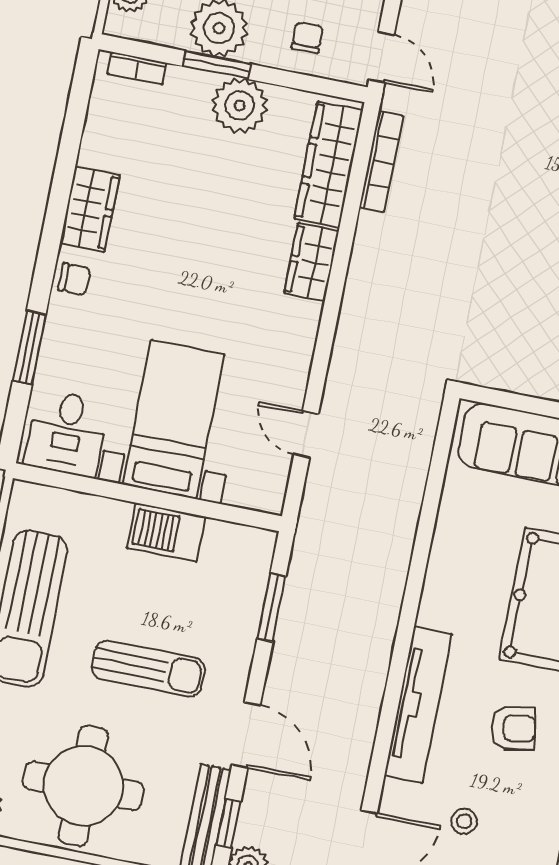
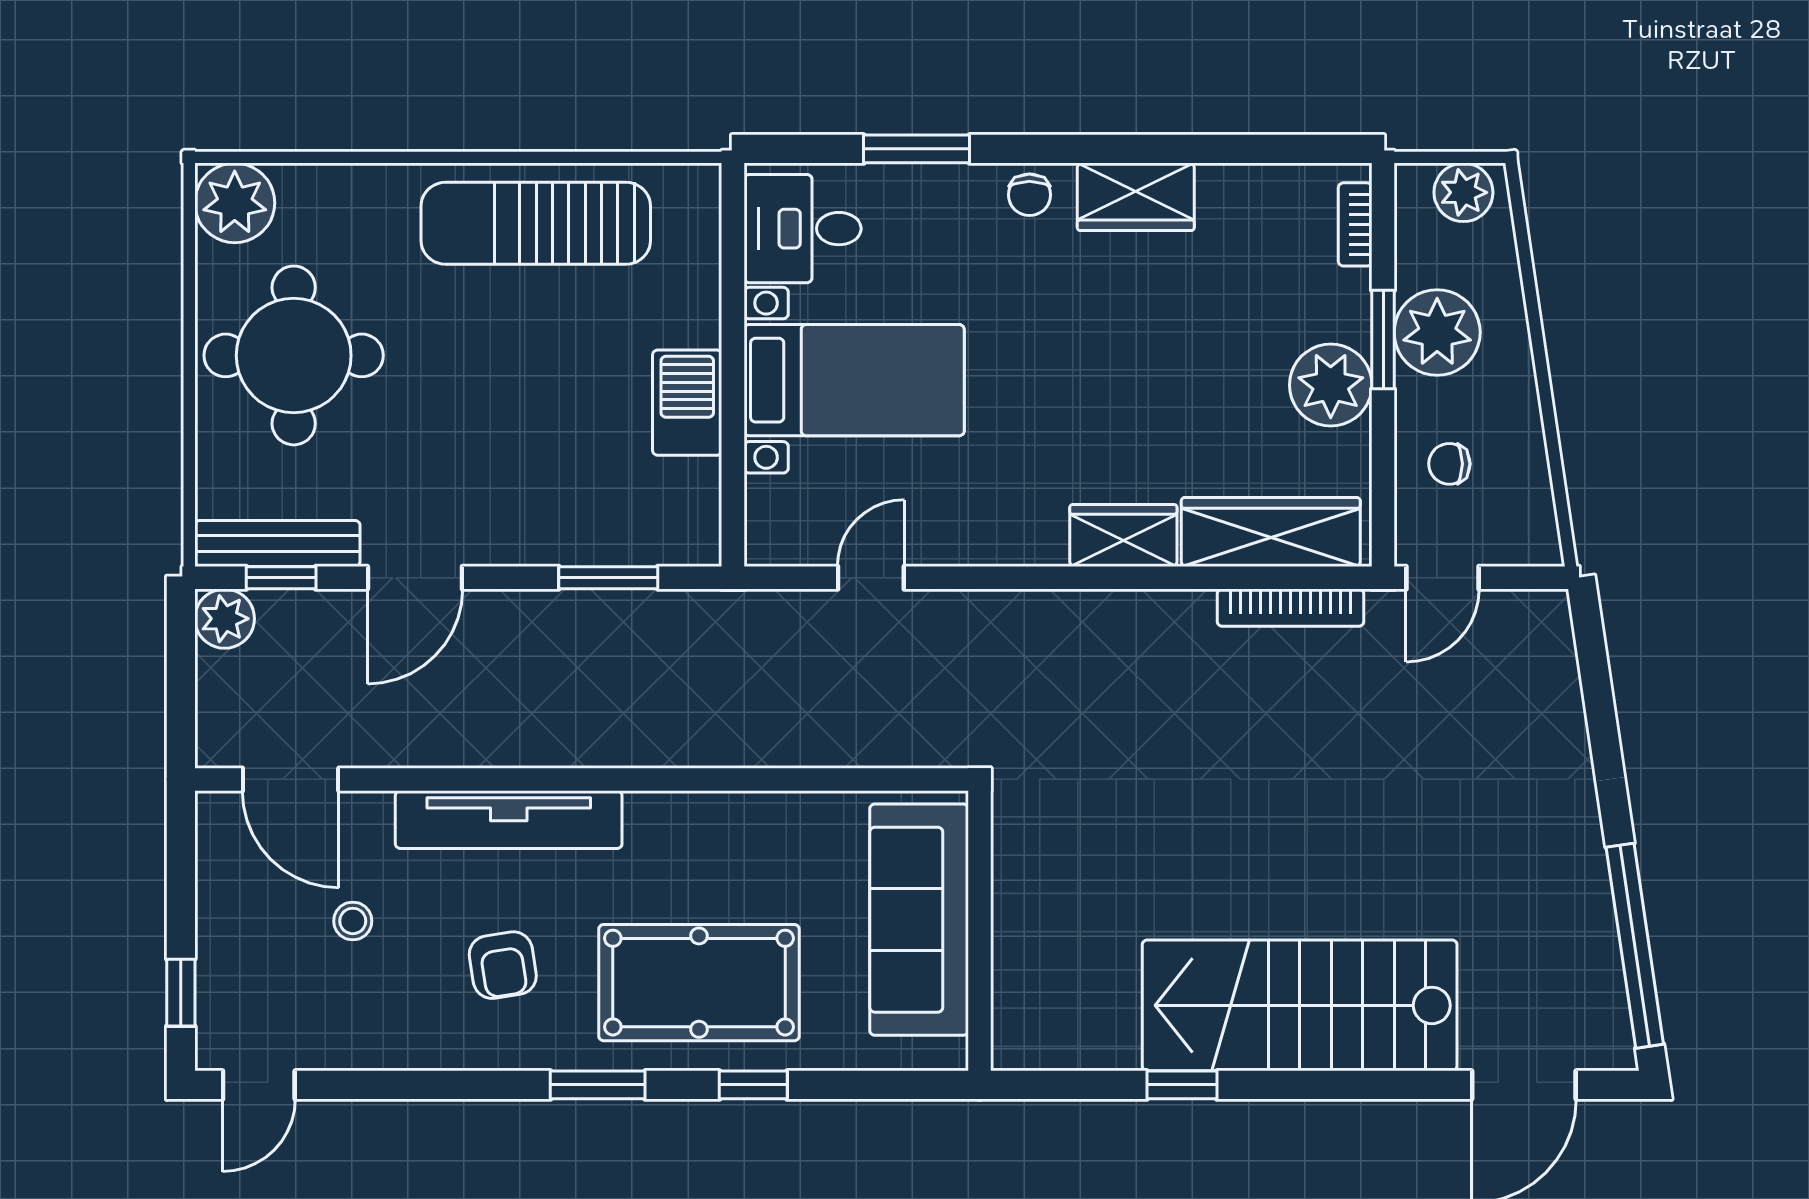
chair: (307, 38) -> (1449, 464), turned 180
sun lounger: (148, 668) -> (483, 416), removed

